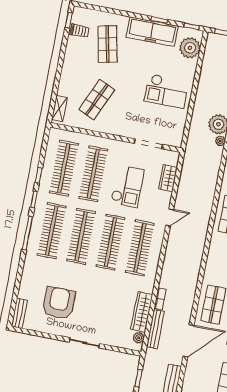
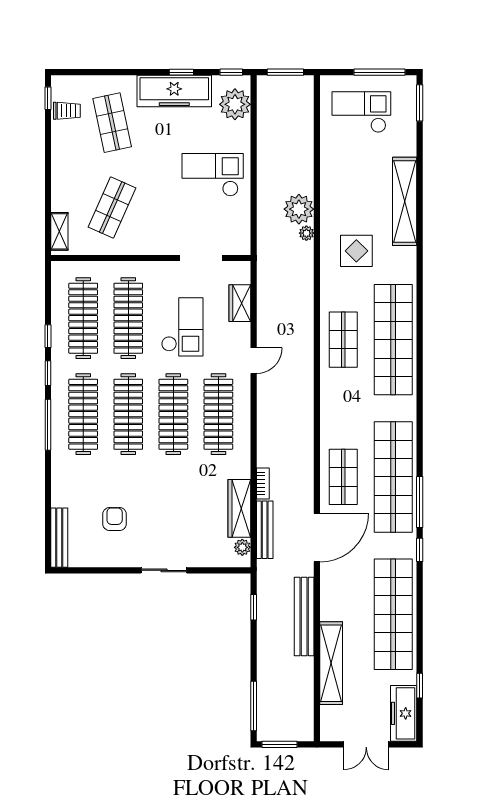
checkout: (166, 91) -> (213, 175), turned 180
armchair: (59, 303) -> (115, 519), width x0.53, depth x0.53
bench: (19, 313) -> (59, 538), width x1.36

